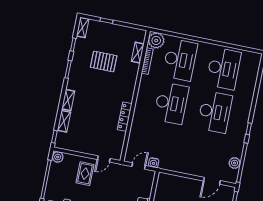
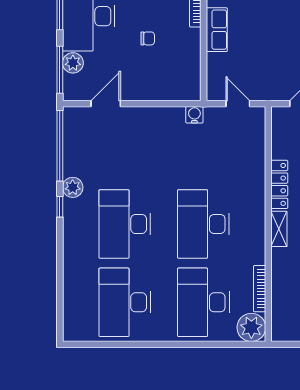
shelving: (138, 53) -> (279, 229), moved
water cooler: (154, 163) -> (194, 115), moved
plant: (235, 163) -> (73, 187), moved
door: (139, 166) -> (238, 104), swing flipped

